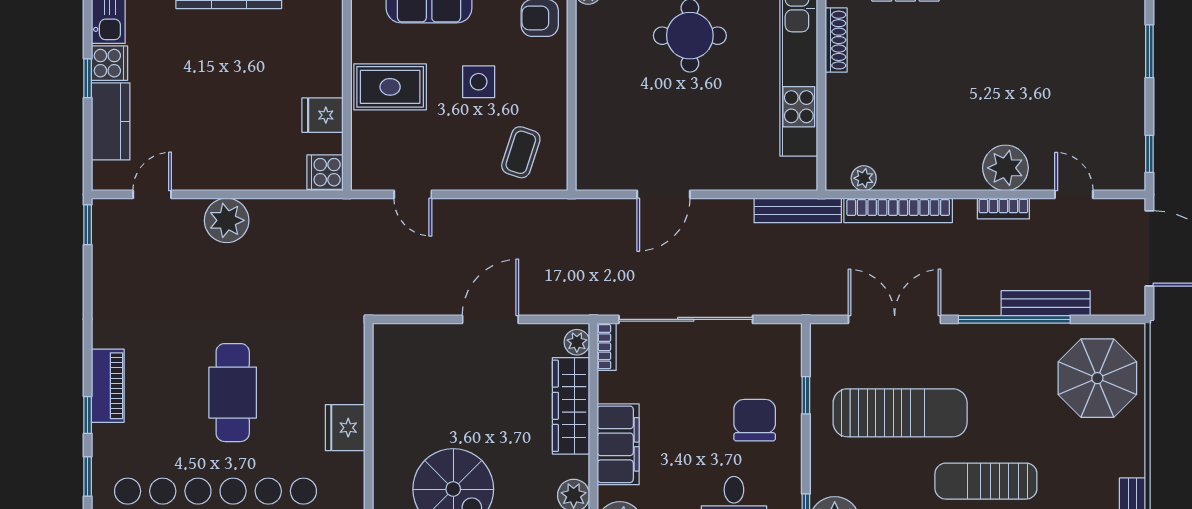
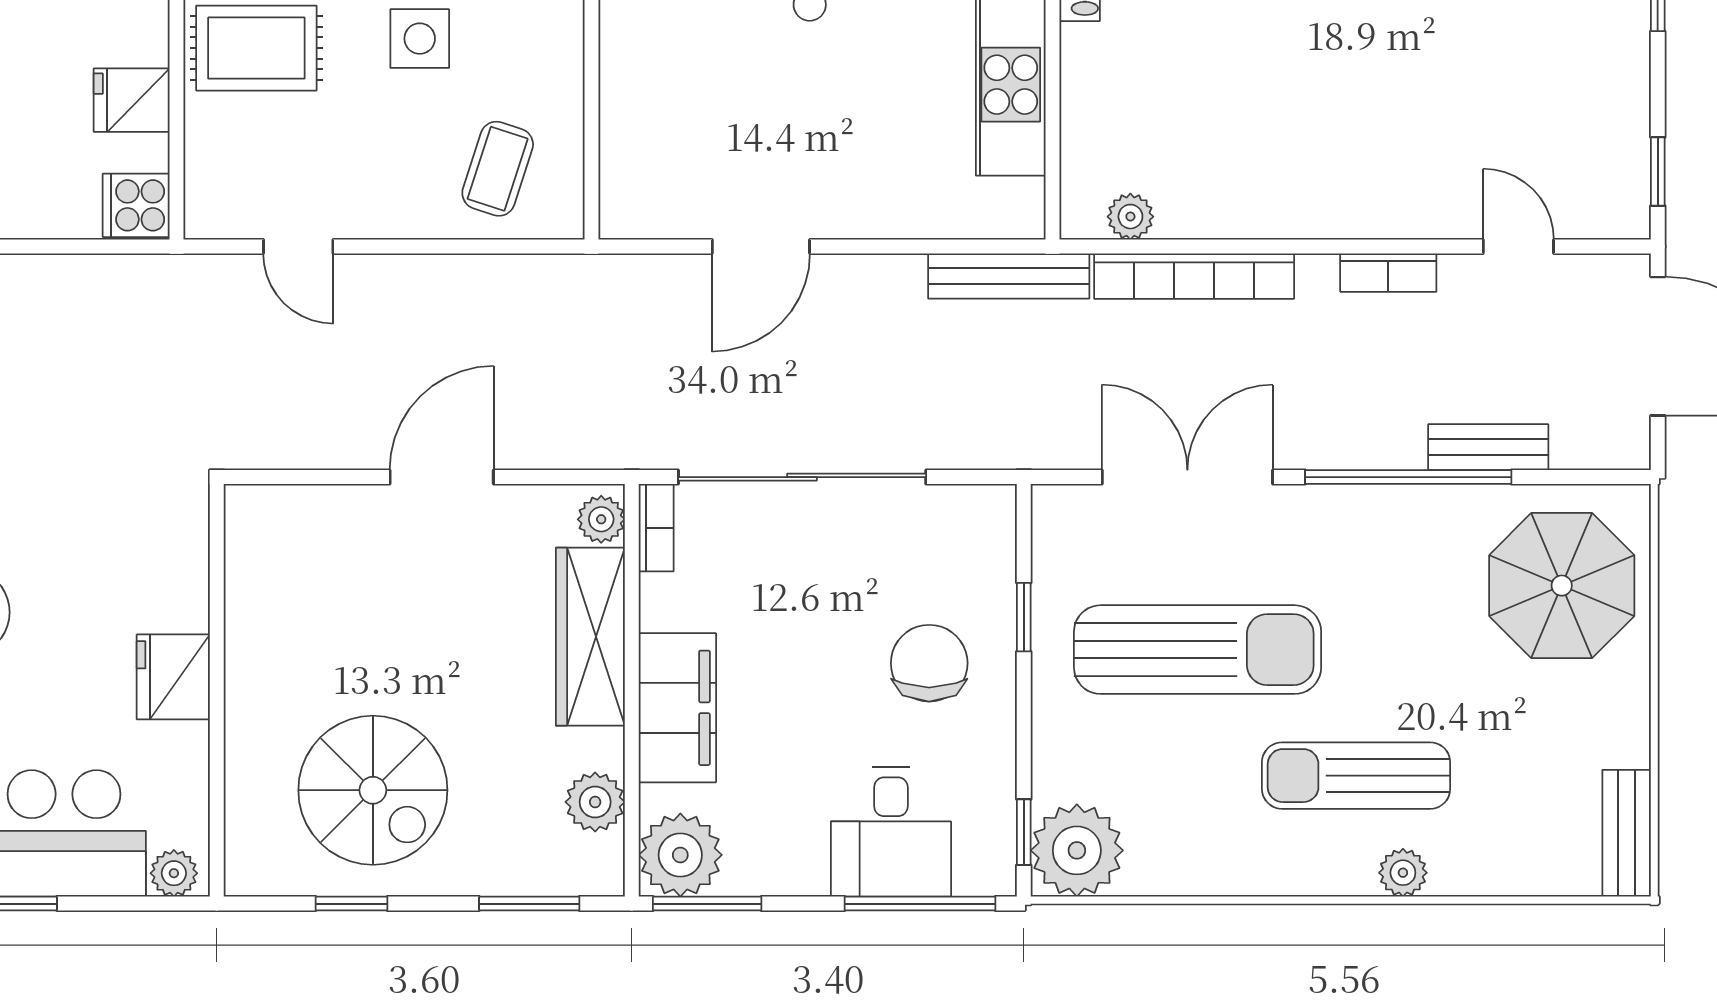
plant: (1005, 168) -> (1392, 198), removed
bench: (1046, 303) -> (1488, 447), width x0.73

